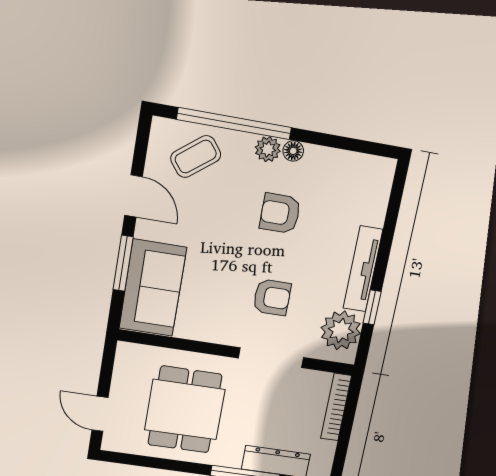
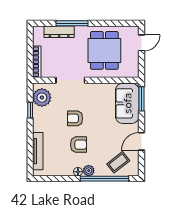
door: (133, 196) -> (141, 141), hinge flipped
window: (123, 263) -> (141, 99), moved
tv unit: (363, 269) -> (38, 151), moved
armchair: (272, 297) -> (75, 118), moved
door: (100, 414) -> (141, 43), hinge flipped

